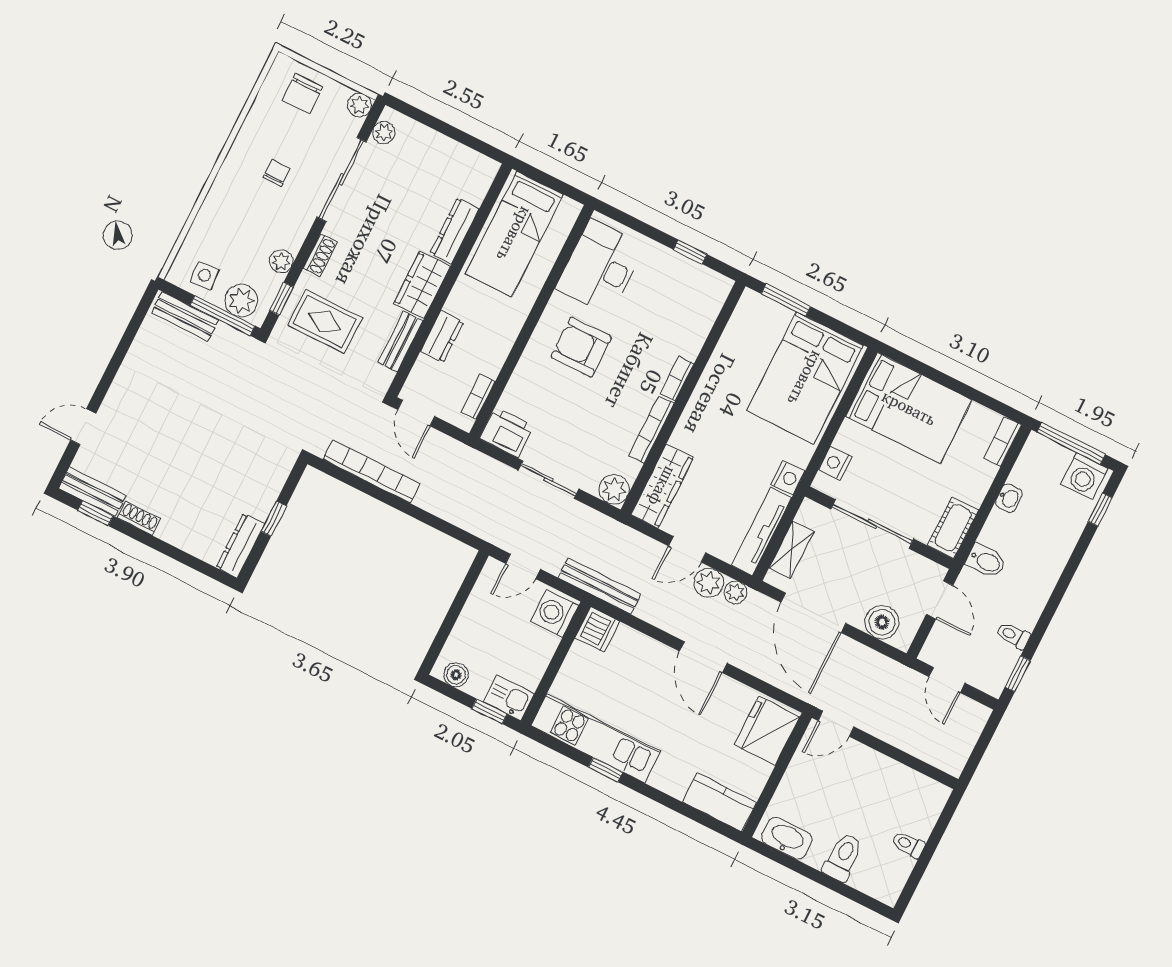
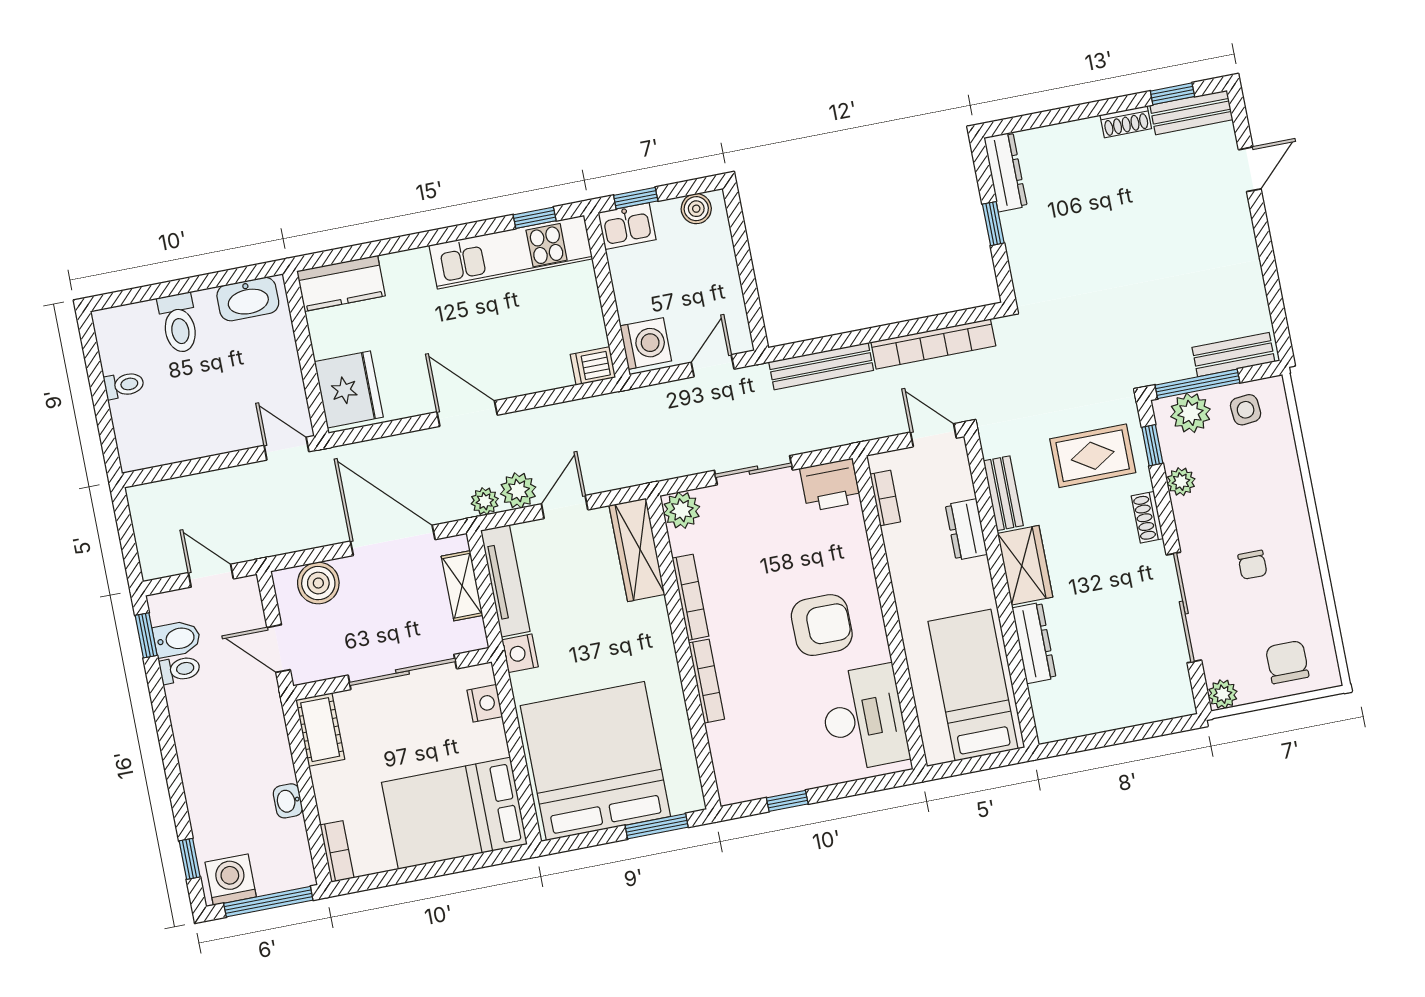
plant: (384, 133) -> (1178, 686), removed
bed: (805, 378) -> (595, 761), width x1.36
bookcase: (677, 379) -> (707, 681), width x1.56
bidet: (986, 561) -> (177, 639), moved, turned 180
bench: (600, 586) -> (821, 366), moved
dishwasher: (597, 630) -> (593, 366), width x0.73
door: (836, 724) -> (286, 449), hinge flipped
window: (606, 770) -> (535, 218), moved

